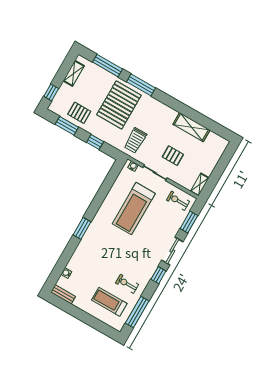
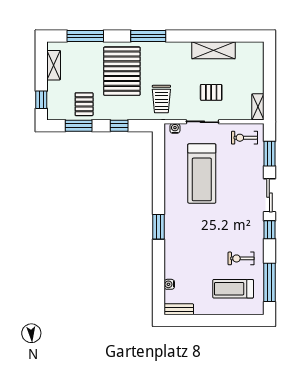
window: (141, 85) -> (148, 36), moved
pallet: (79, 113) -> (84, 104), turned 90

